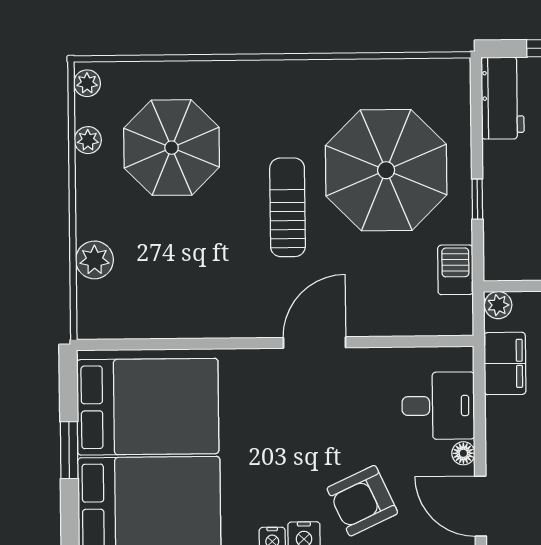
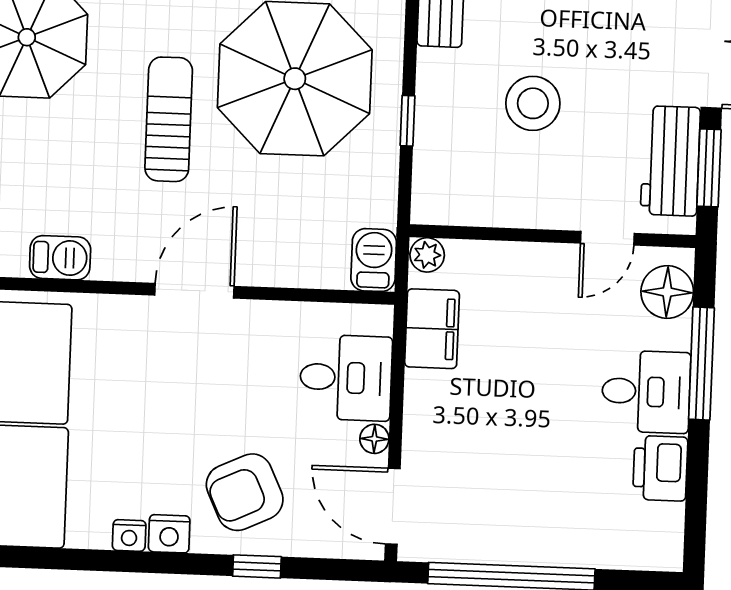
barbecue: (455, 270) -> (374, 260), moved
barbecue: (207, 321) -> (60, 258), added

